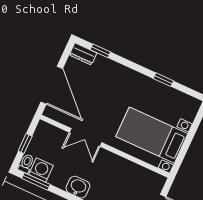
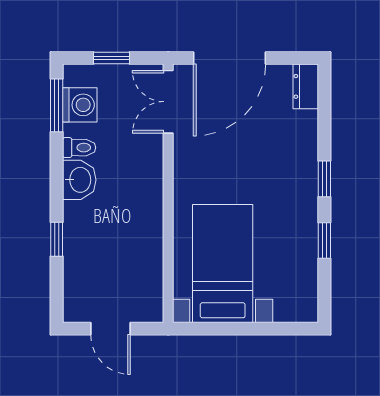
window: (100, 51) -> (324, 179), moved
double door: (86, 137) -> (168, 102), moved
toilet: (26, 163) -> (79, 148), moved

